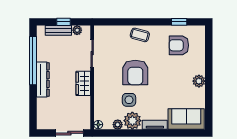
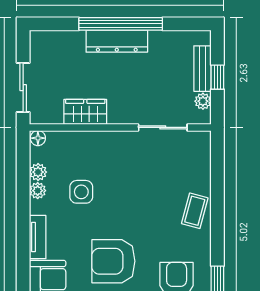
window: (33, 61) -> (121, 24), moved
armchair: (135, 72) -> (113, 261), moved
wardrobe: (83, 83) -> (85, 112), moved
plant: (132, 121) -> (38, 191), width x0.53, depth x0.53

